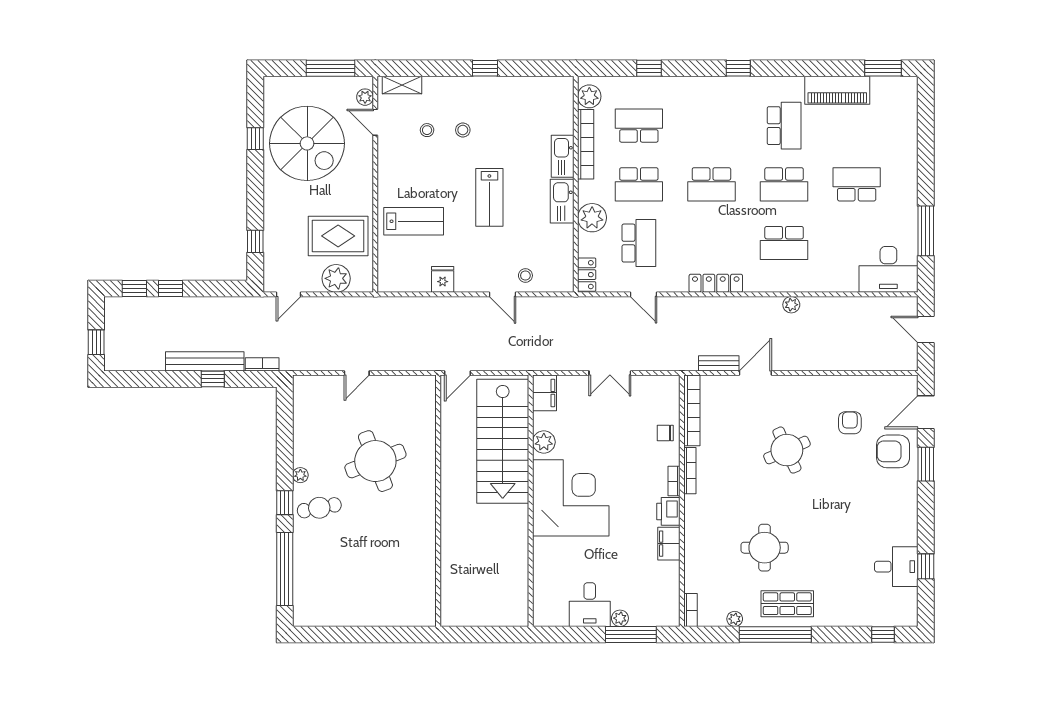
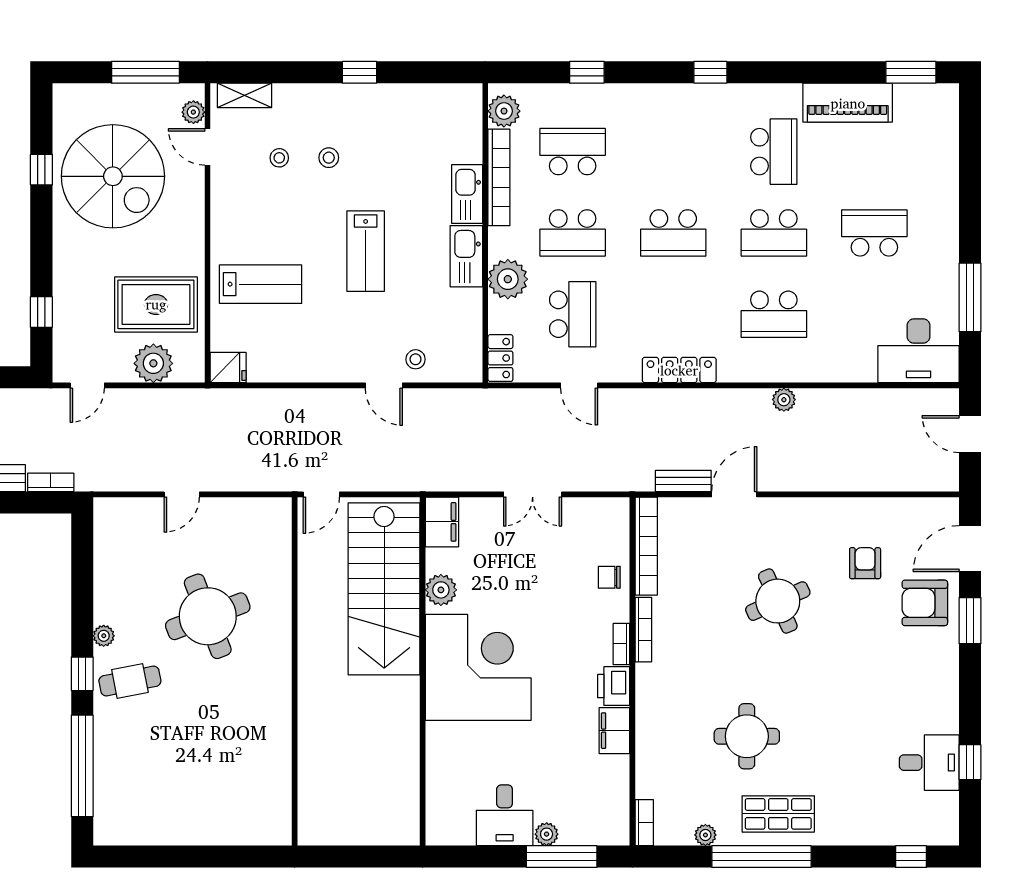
fridge: (443, 279) -> (228, 368), moved, turned 90

